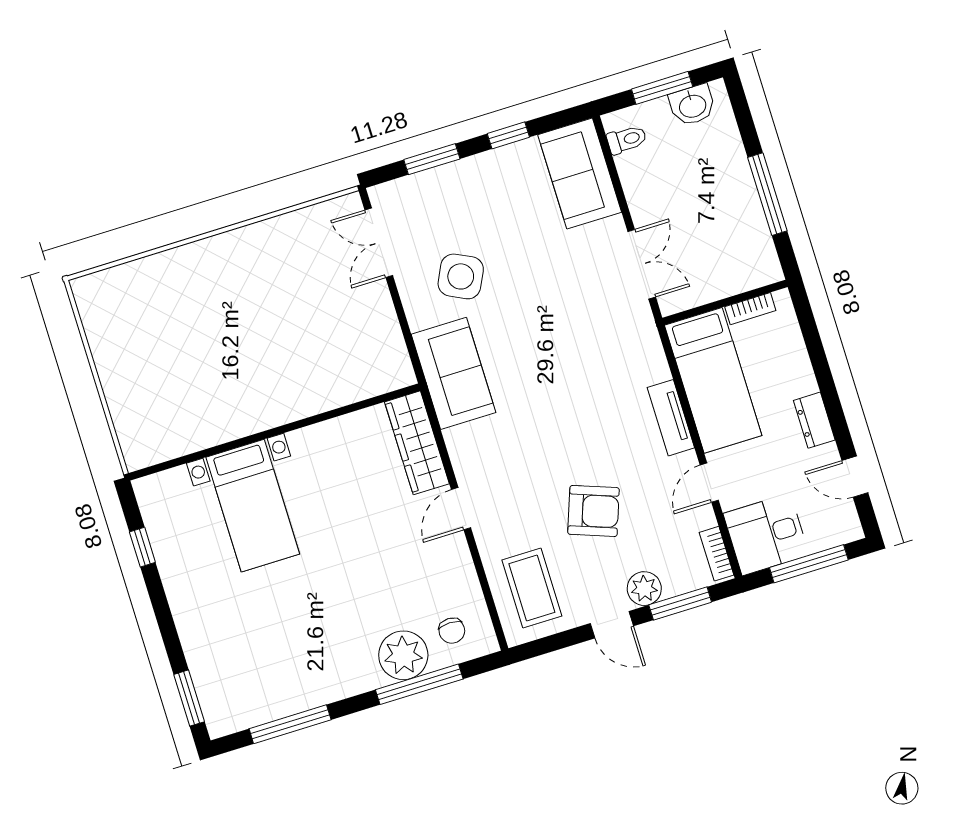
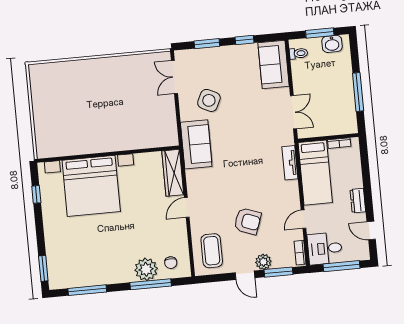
tv unit: (671, 418) -> (290, 163), moved
bed with nightstands: (253, 506) -> (91, 186), width x1.85

